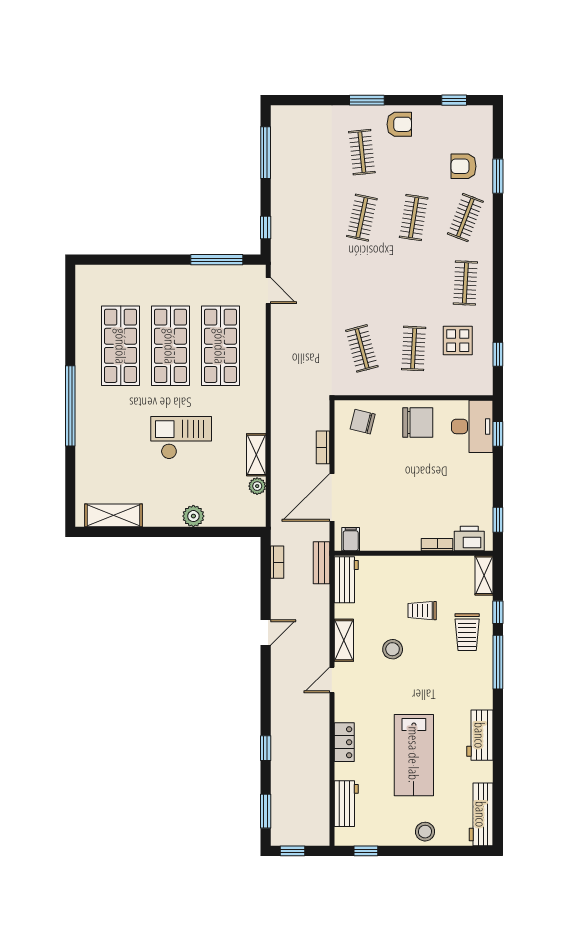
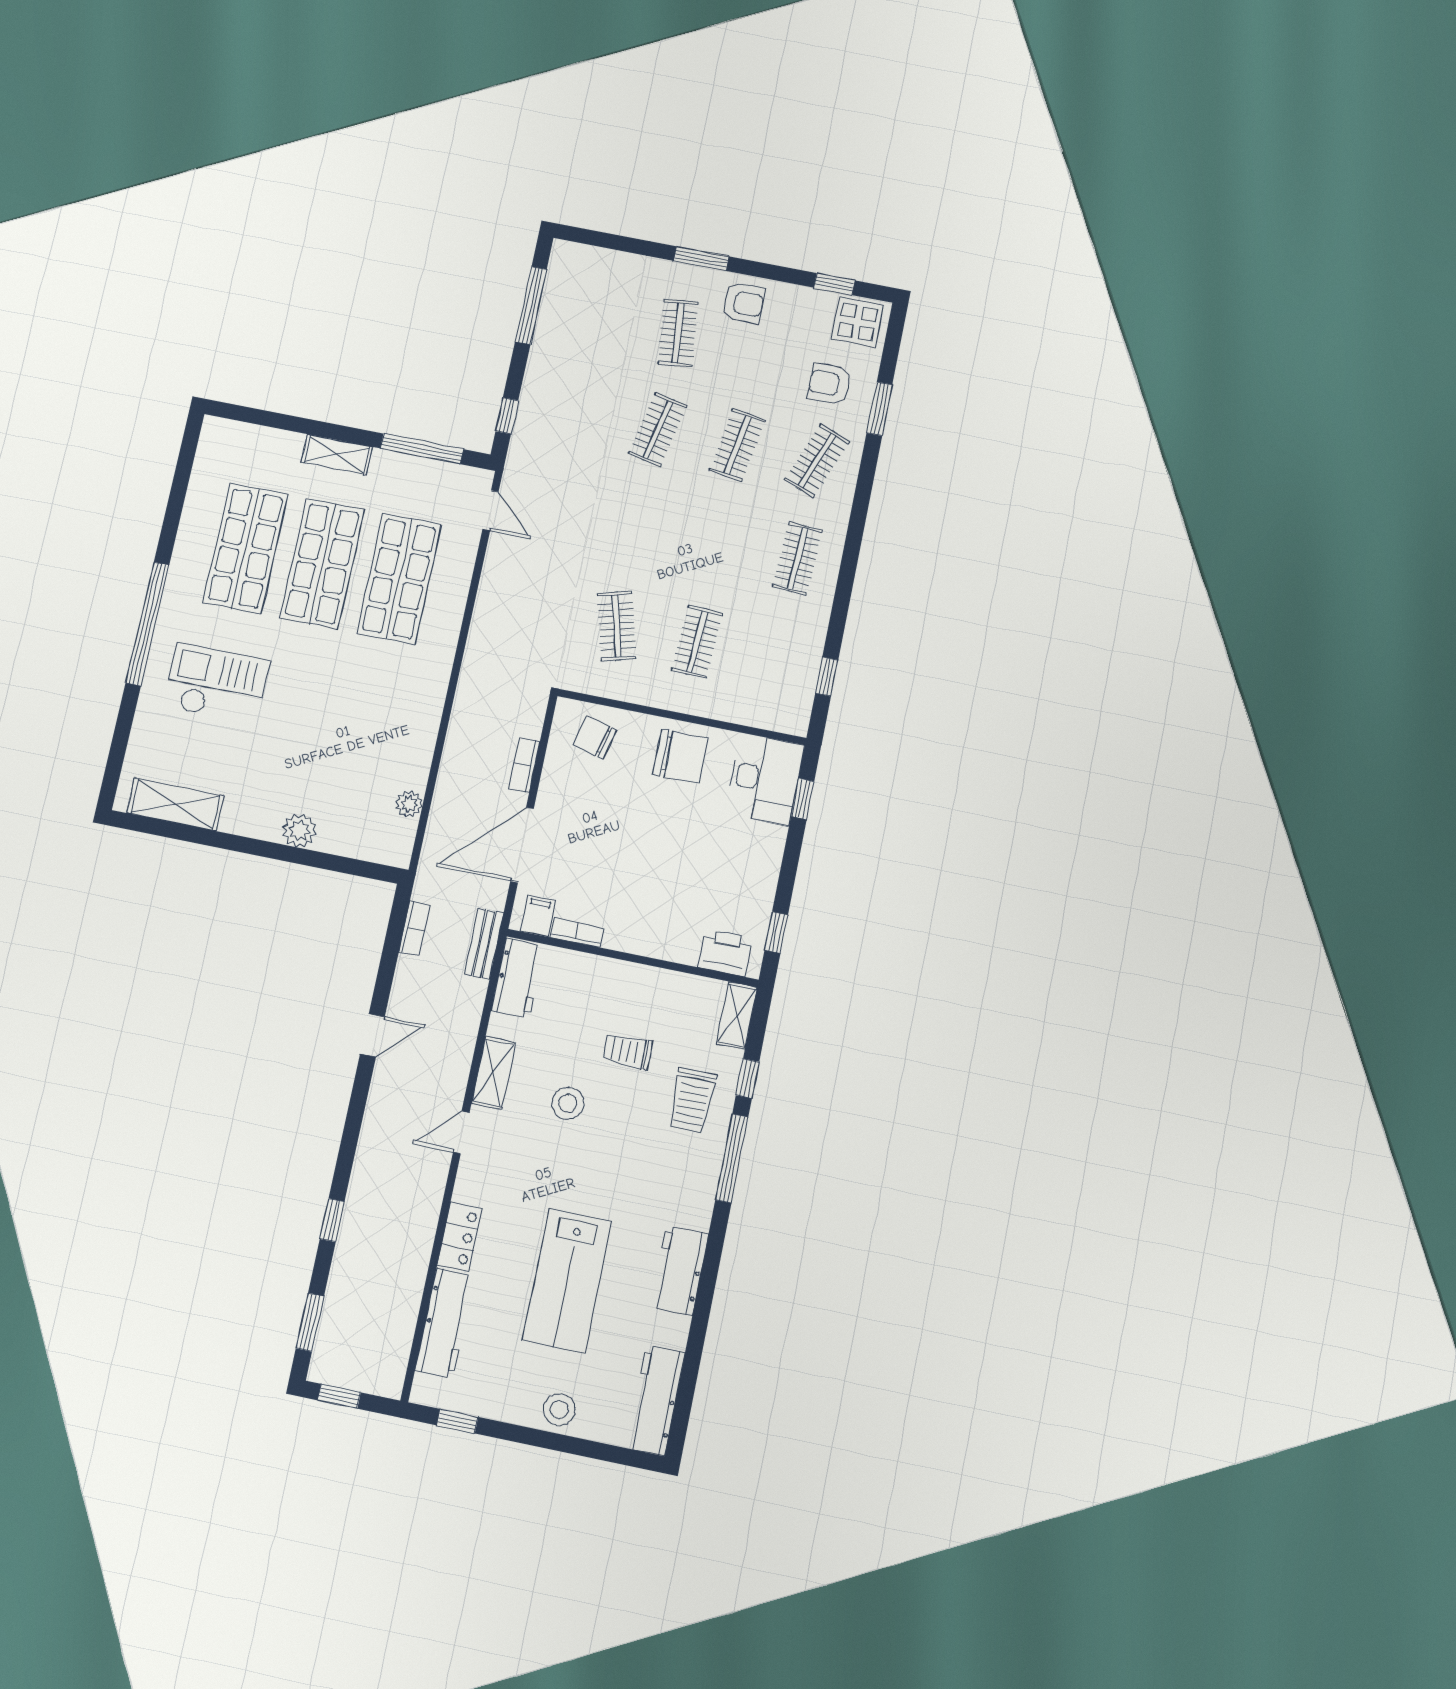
display table: (458, 341) -> (857, 322), moved
checkout: (181, 438) -> (216, 683), moved
shelving: (256, 455) -> (337, 455), moved, turned 90
bookcase: (437, 545) -> (577, 933), moved
workbench: (346, 804) -> (445, 1323), width x1.38

